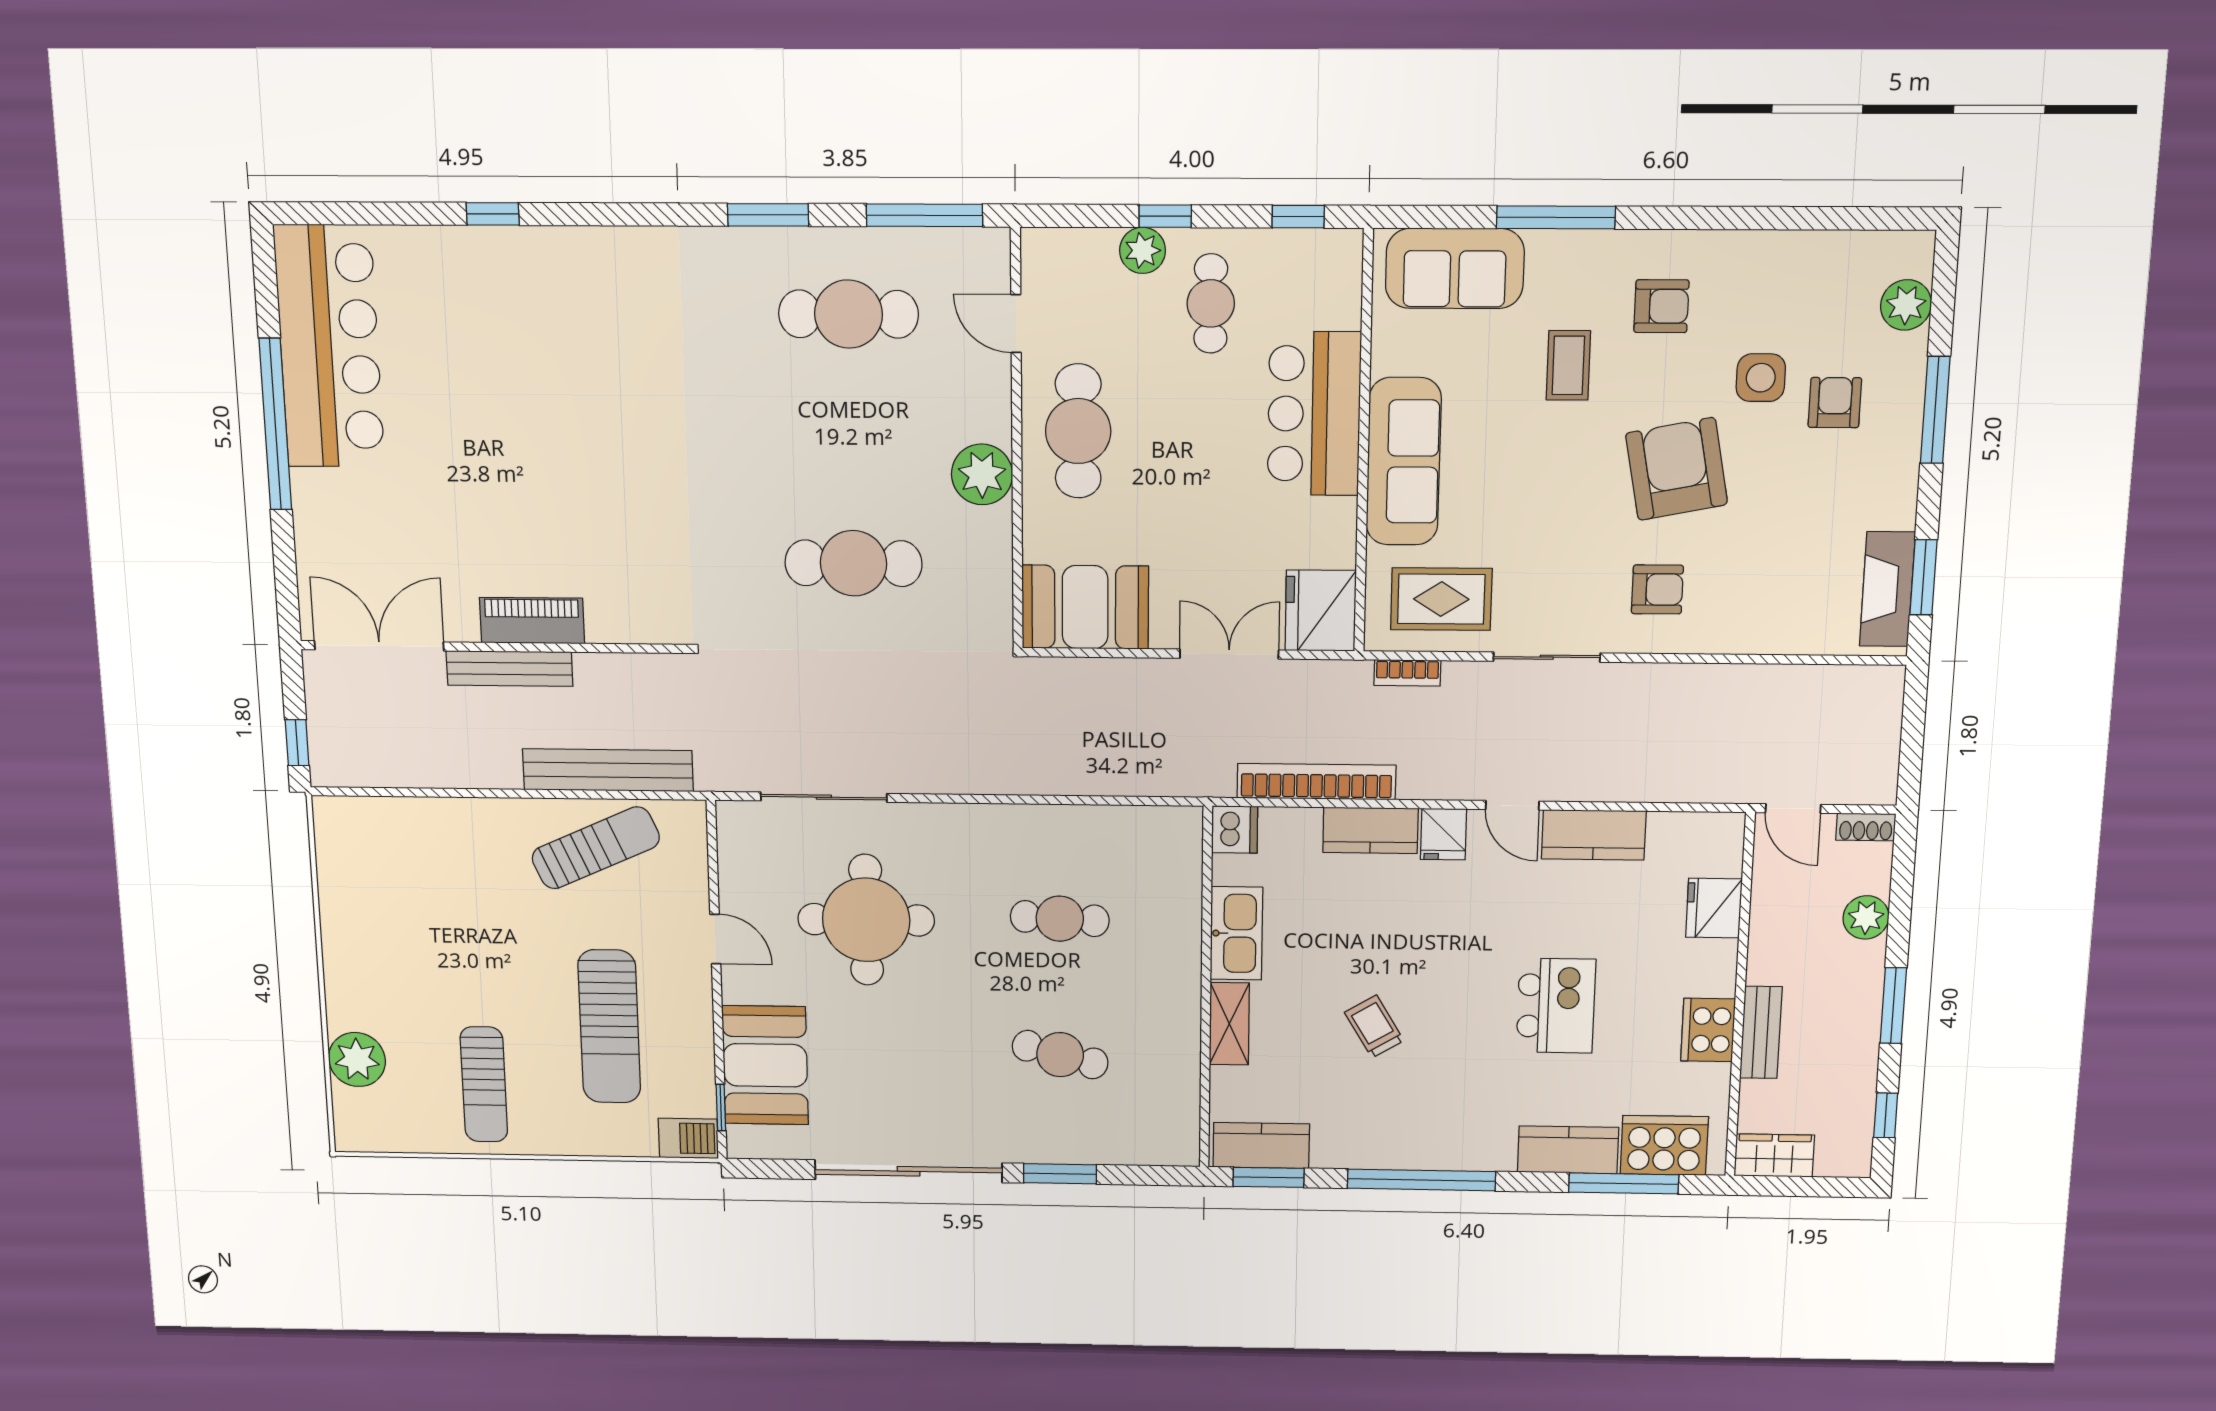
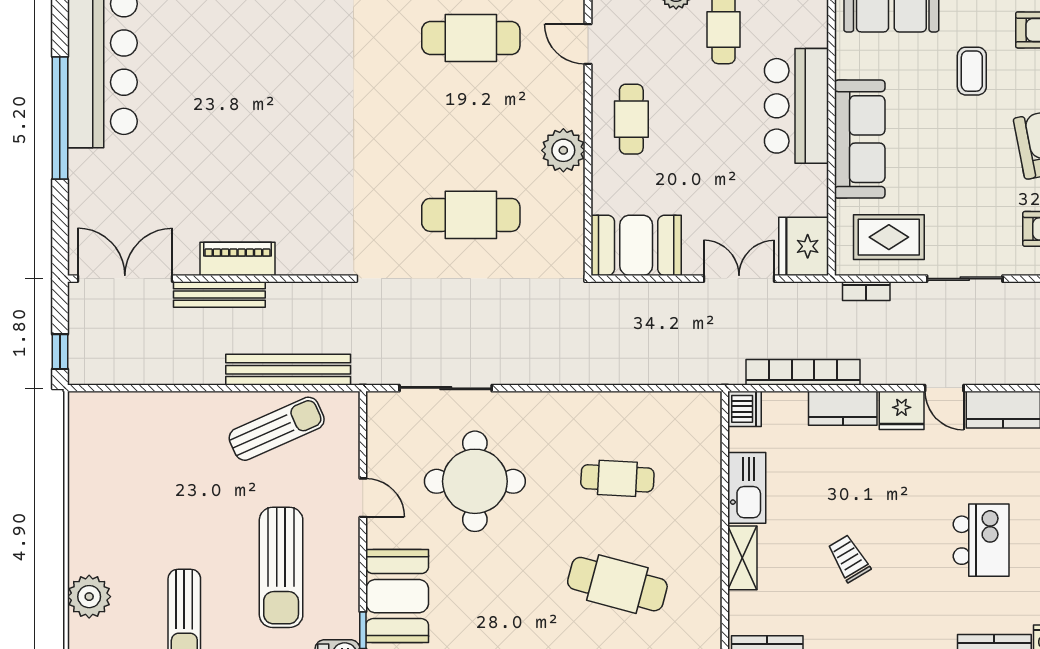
cafe table: (1078, 431) -> (631, 119), width x0.73, depth x0.74
fridge: (1443, 834) -> (902, 410), width x1.38
cafe table: (1060, 1055) -> (617, 584), width x1.37, depth x1.35

